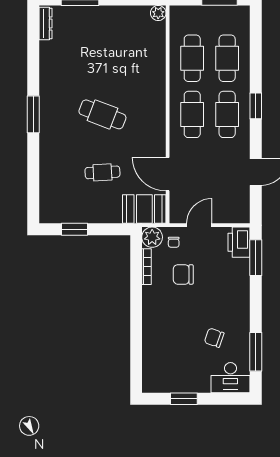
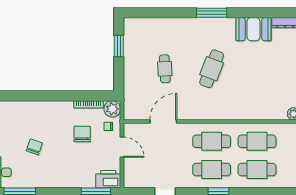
booth: (144, 209) -> (254, 29), moved, turned 90
chair: (214, 338) -> (34, 147), moved

